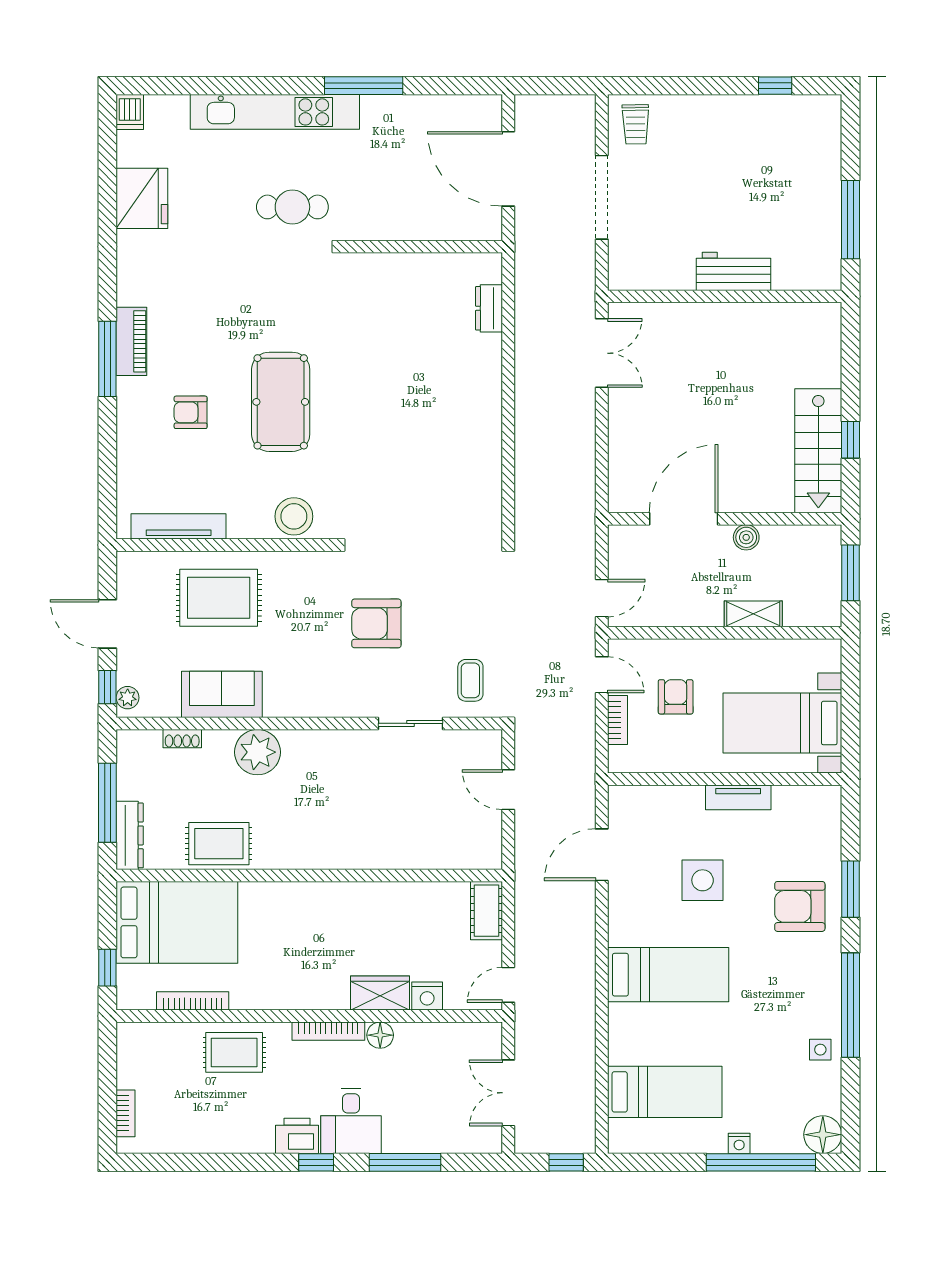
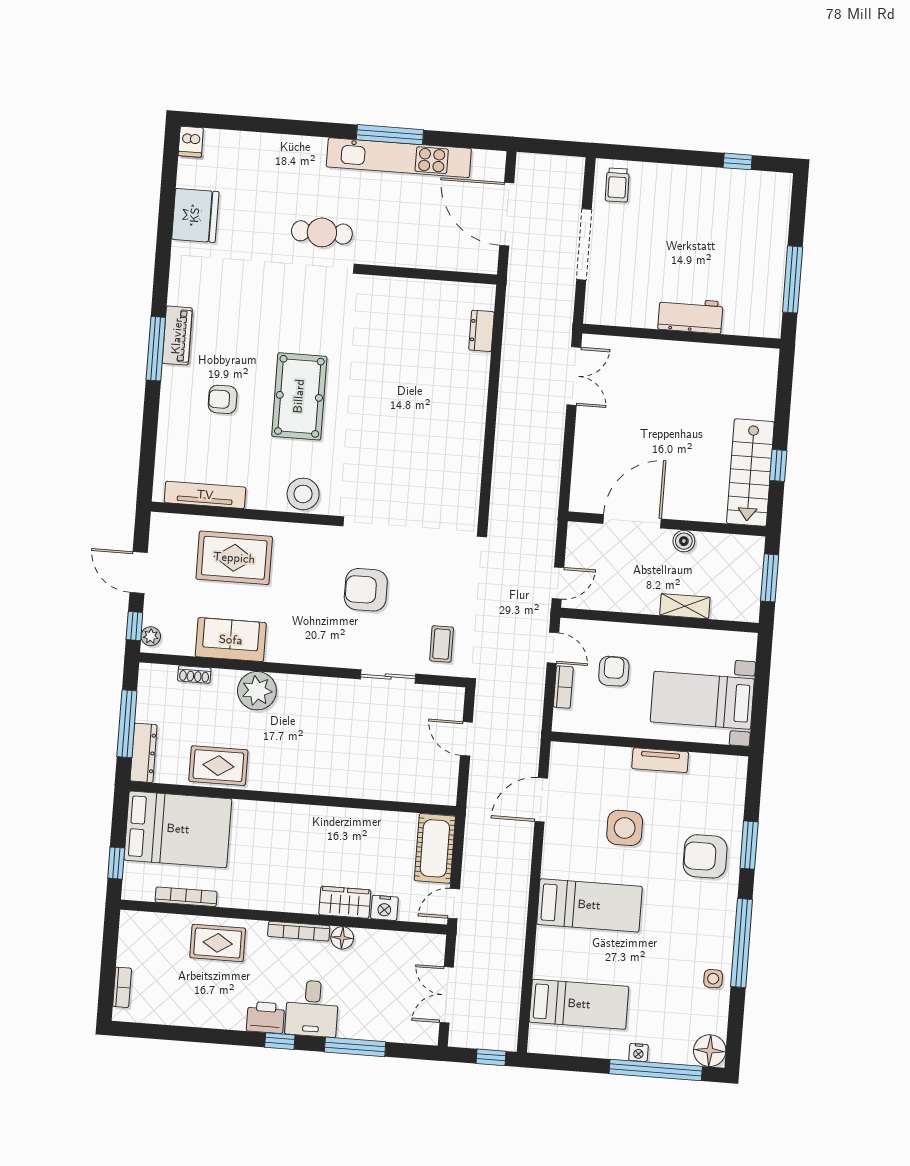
kitchen unit: (275, 112) -> (399, 158), moved
cot: (486, 911) -> (435, 848), width x1.37, depth x1.34

